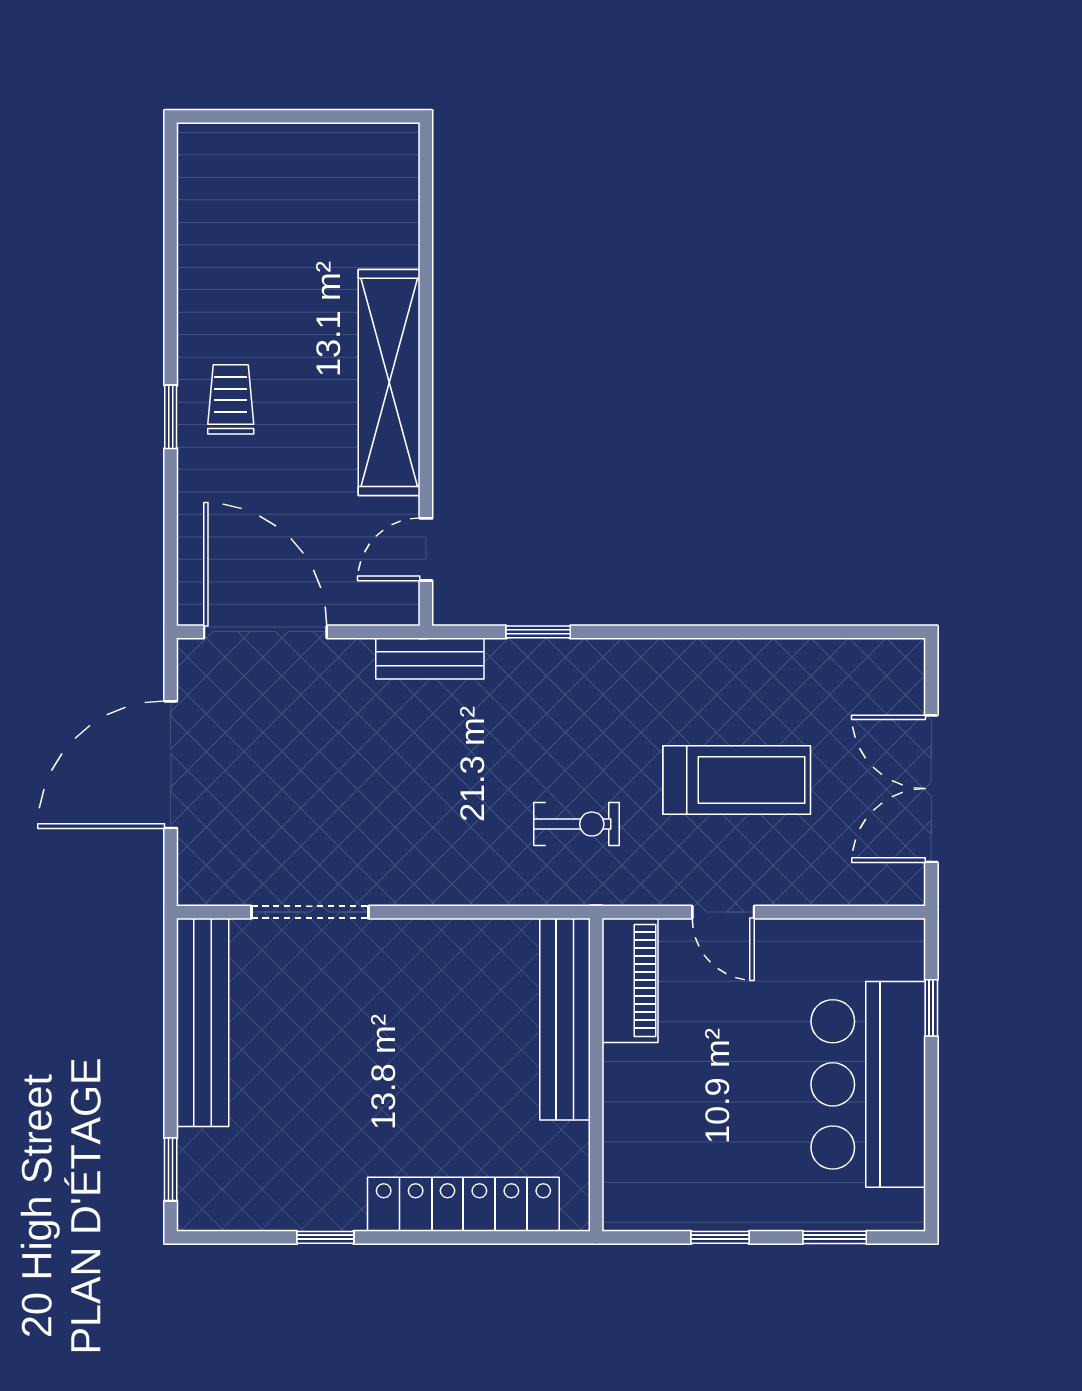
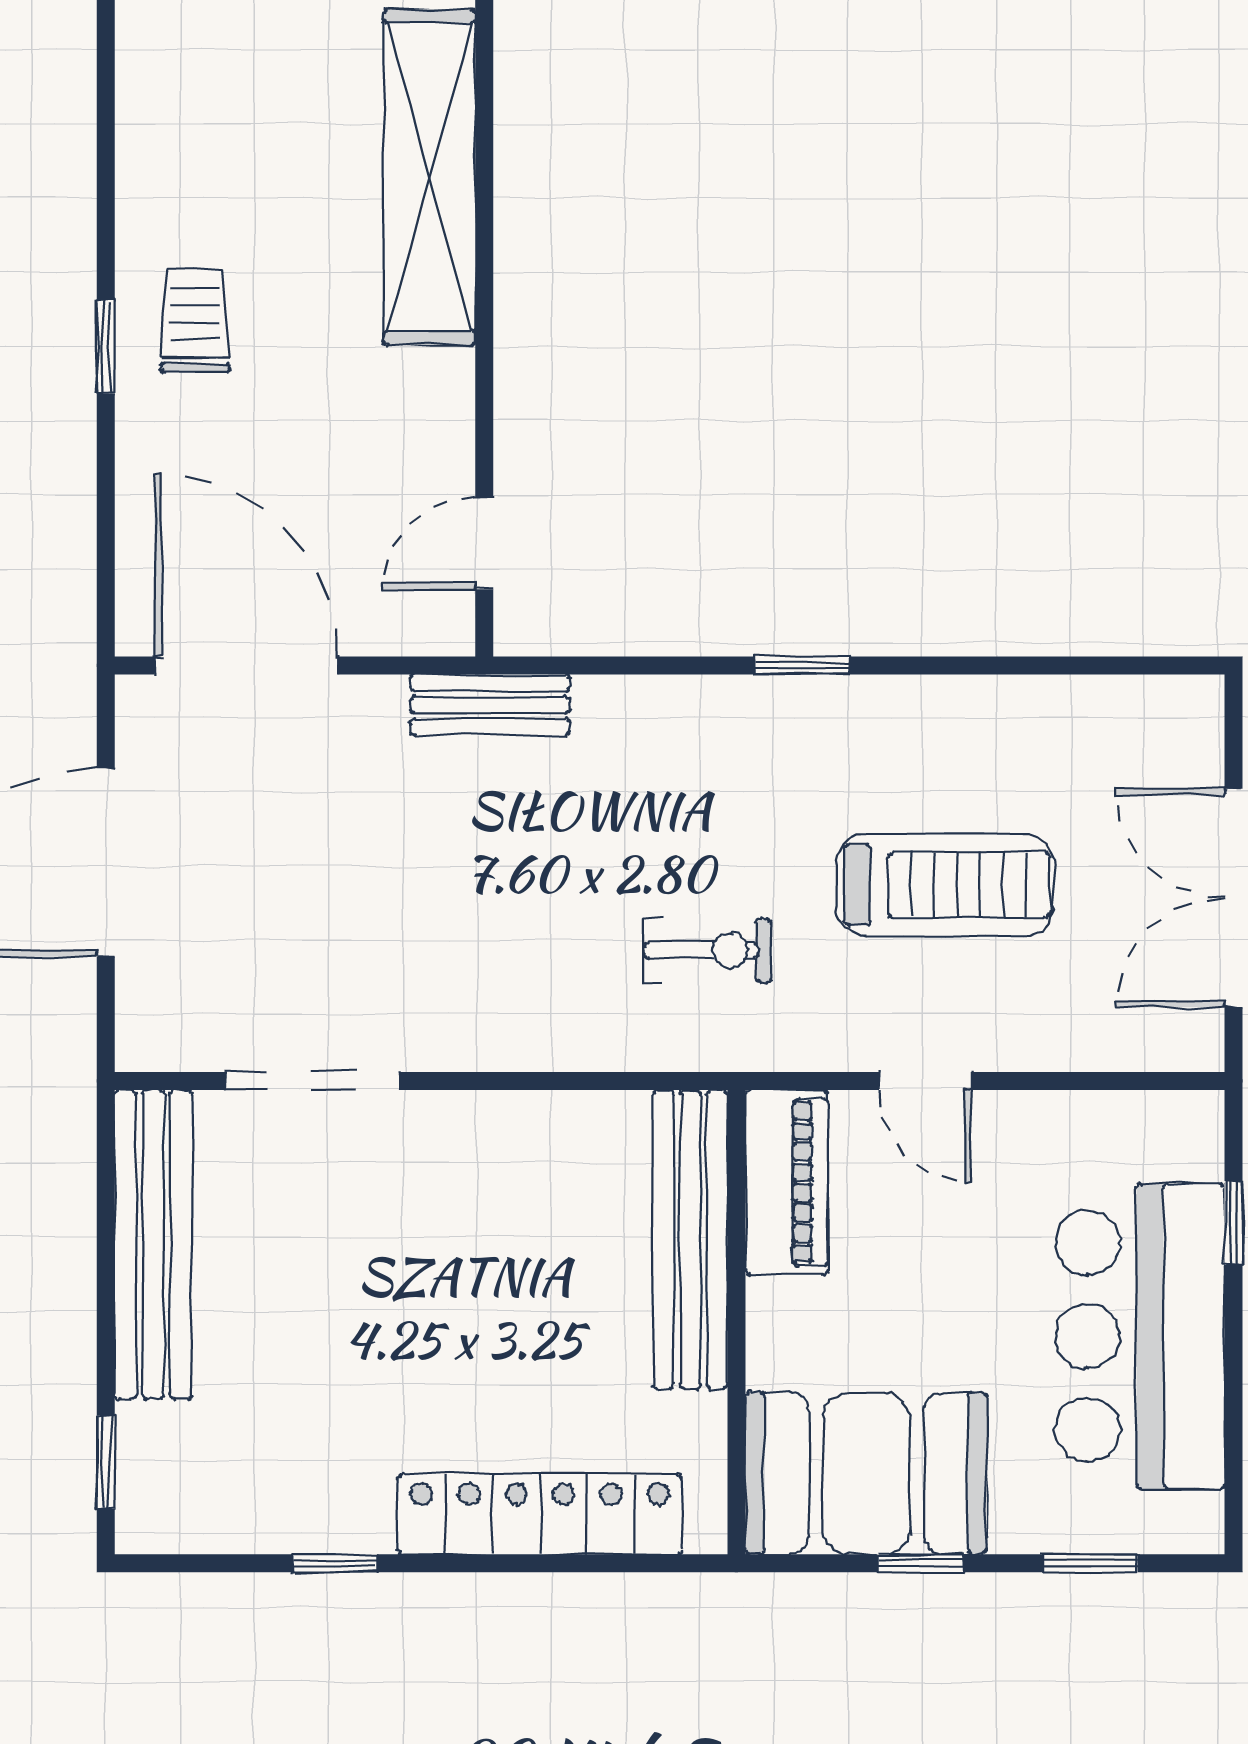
shelving: (389, 382) -> (430, 177), moved
window: (538, 632) -> (802, 665), moved
booth: (684, 1177) -> (866, 1473), added

